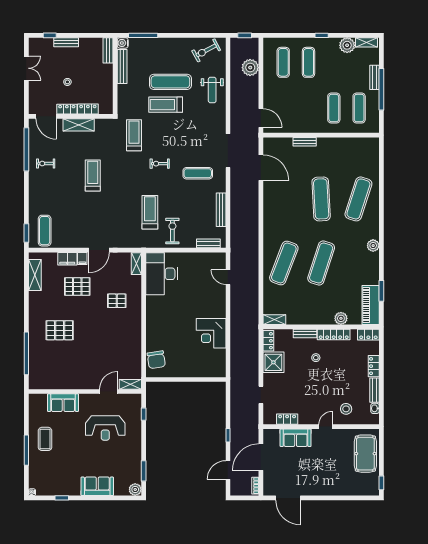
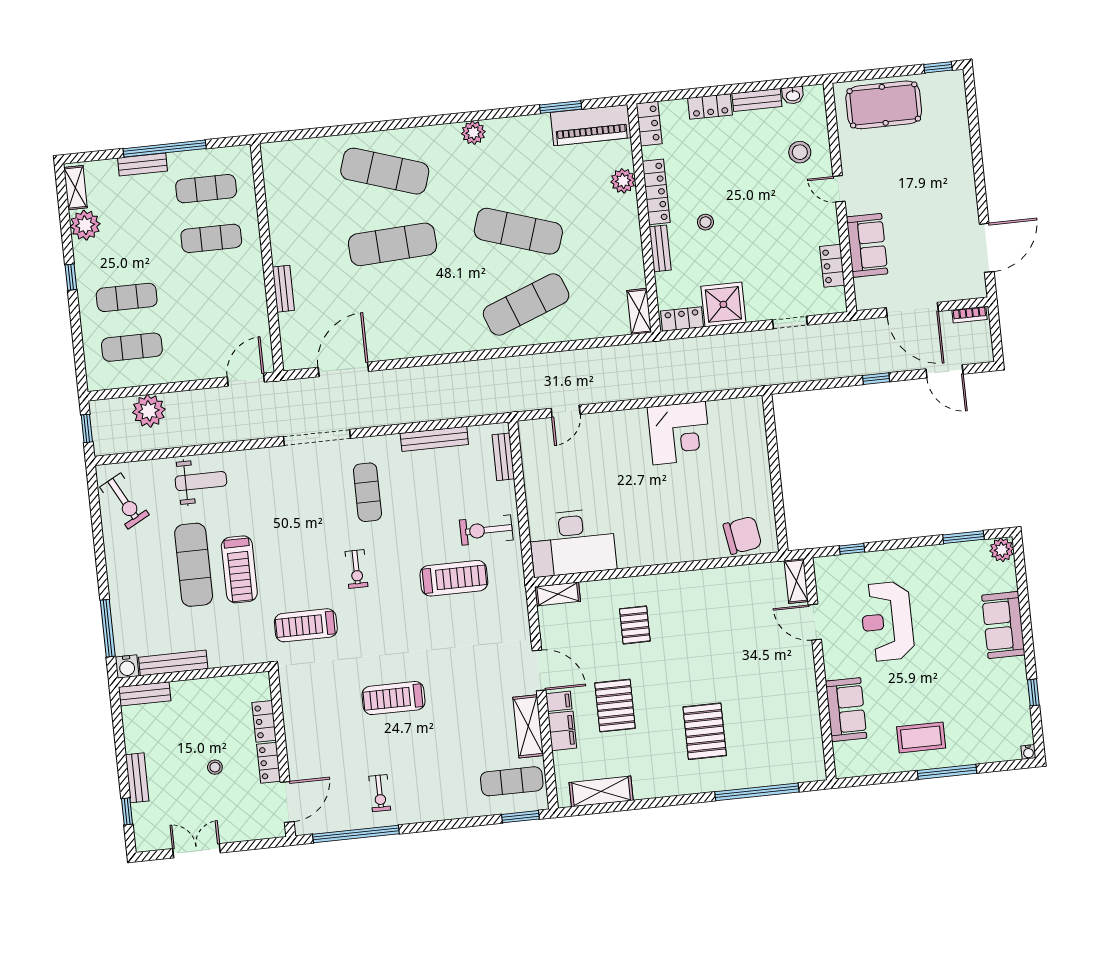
shelving: (79, 125) -> (528, 726), moved
treadmill: (150, 212) -> (454, 578), turned 180
exercise mat: (284, 263) -> (526, 305), turned -42
reception desk: (105, 428) -> (887, 621), turned 180

